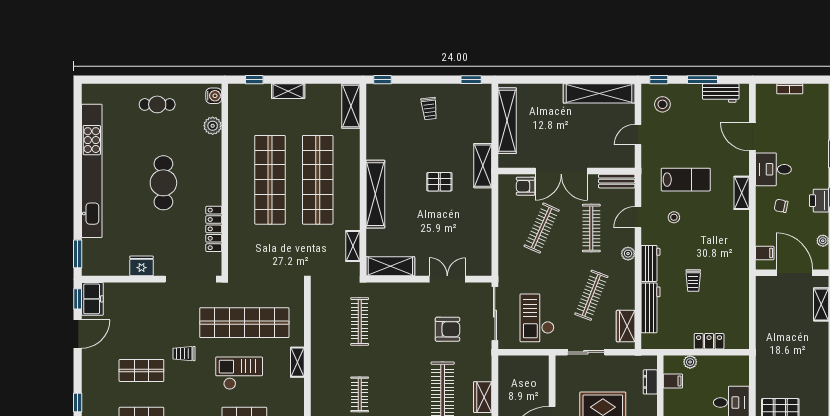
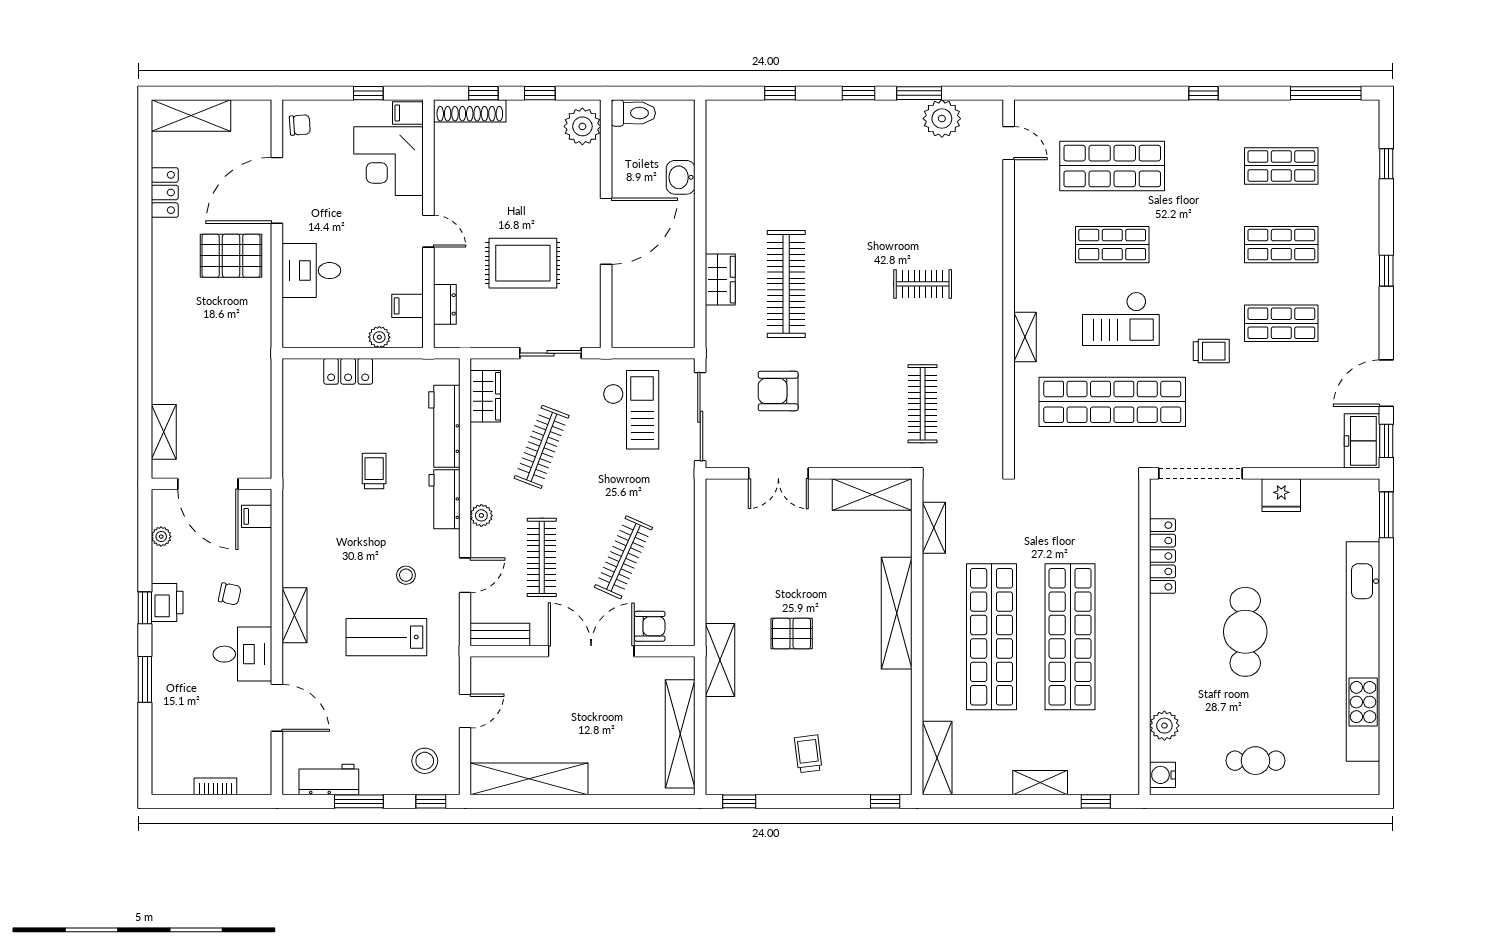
clothes rail: (360, 394) -> (923, 284), turned 90

